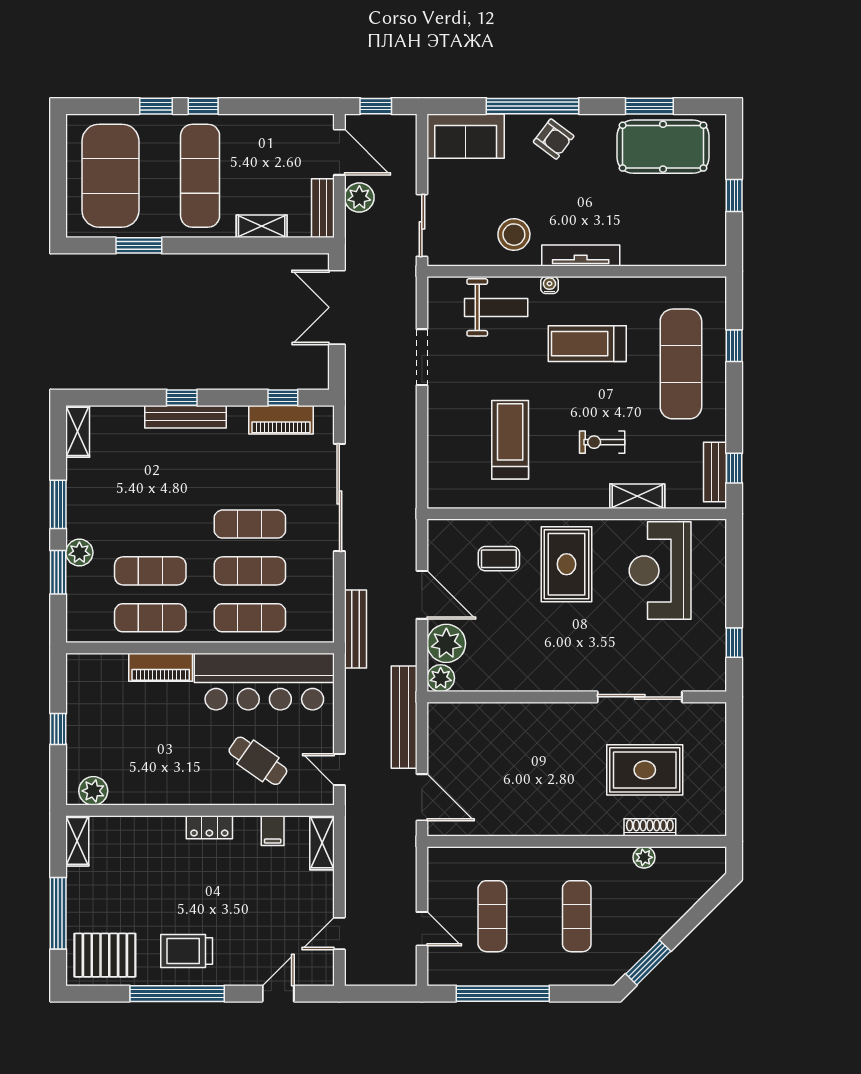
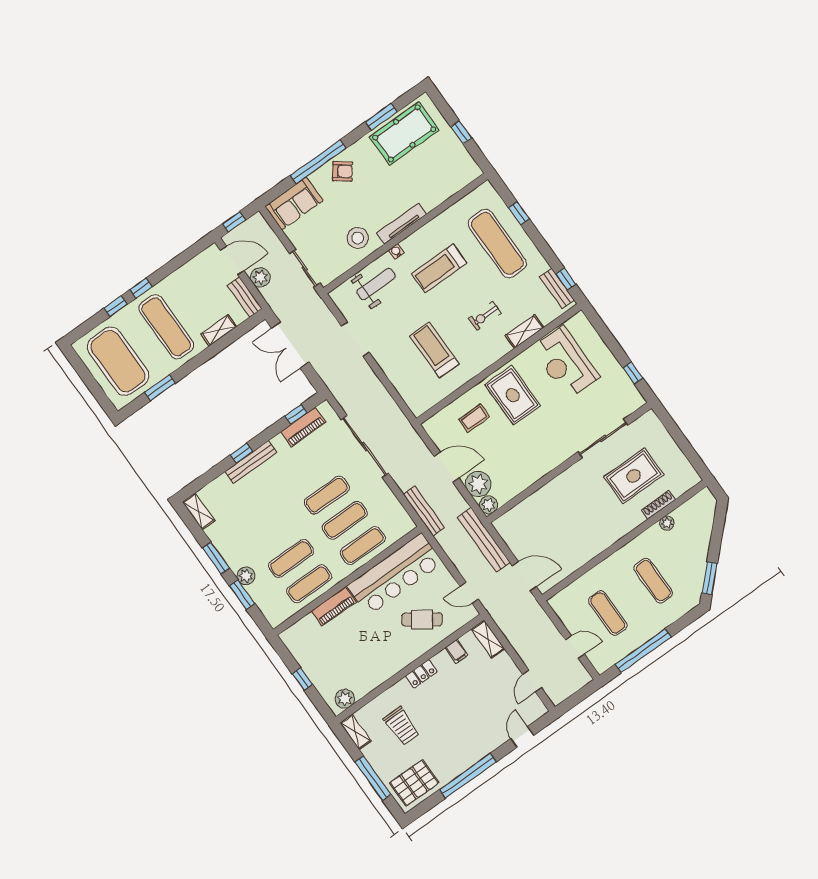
trolley: (187, 951) -> (401, 726), moved, turned -90

